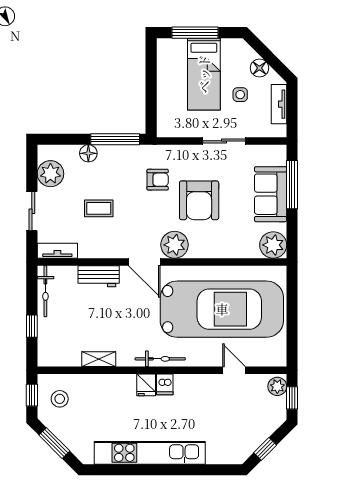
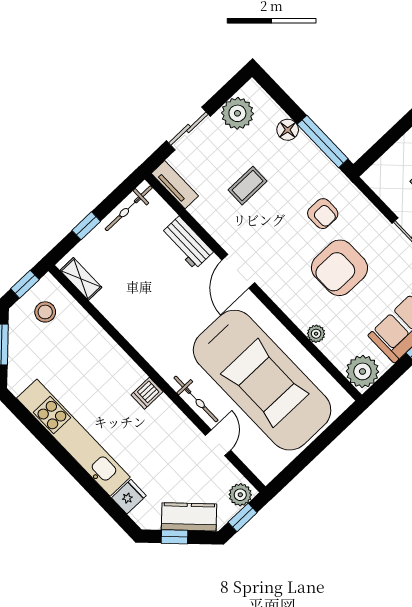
coffee table: (99, 208) -> (247, 186), turned 90
plant: (175, 245) -> (316, 334), moved, width x0.53, depth x0.53
shelving: (99, 359) -> (81, 279), moved
bicycle: (160, 359) -> (196, 399), moved
fridge: (146, 385) -> (129, 497), moved, turned 180
kitchen counter: (262, 429) -> (189, 517), added

